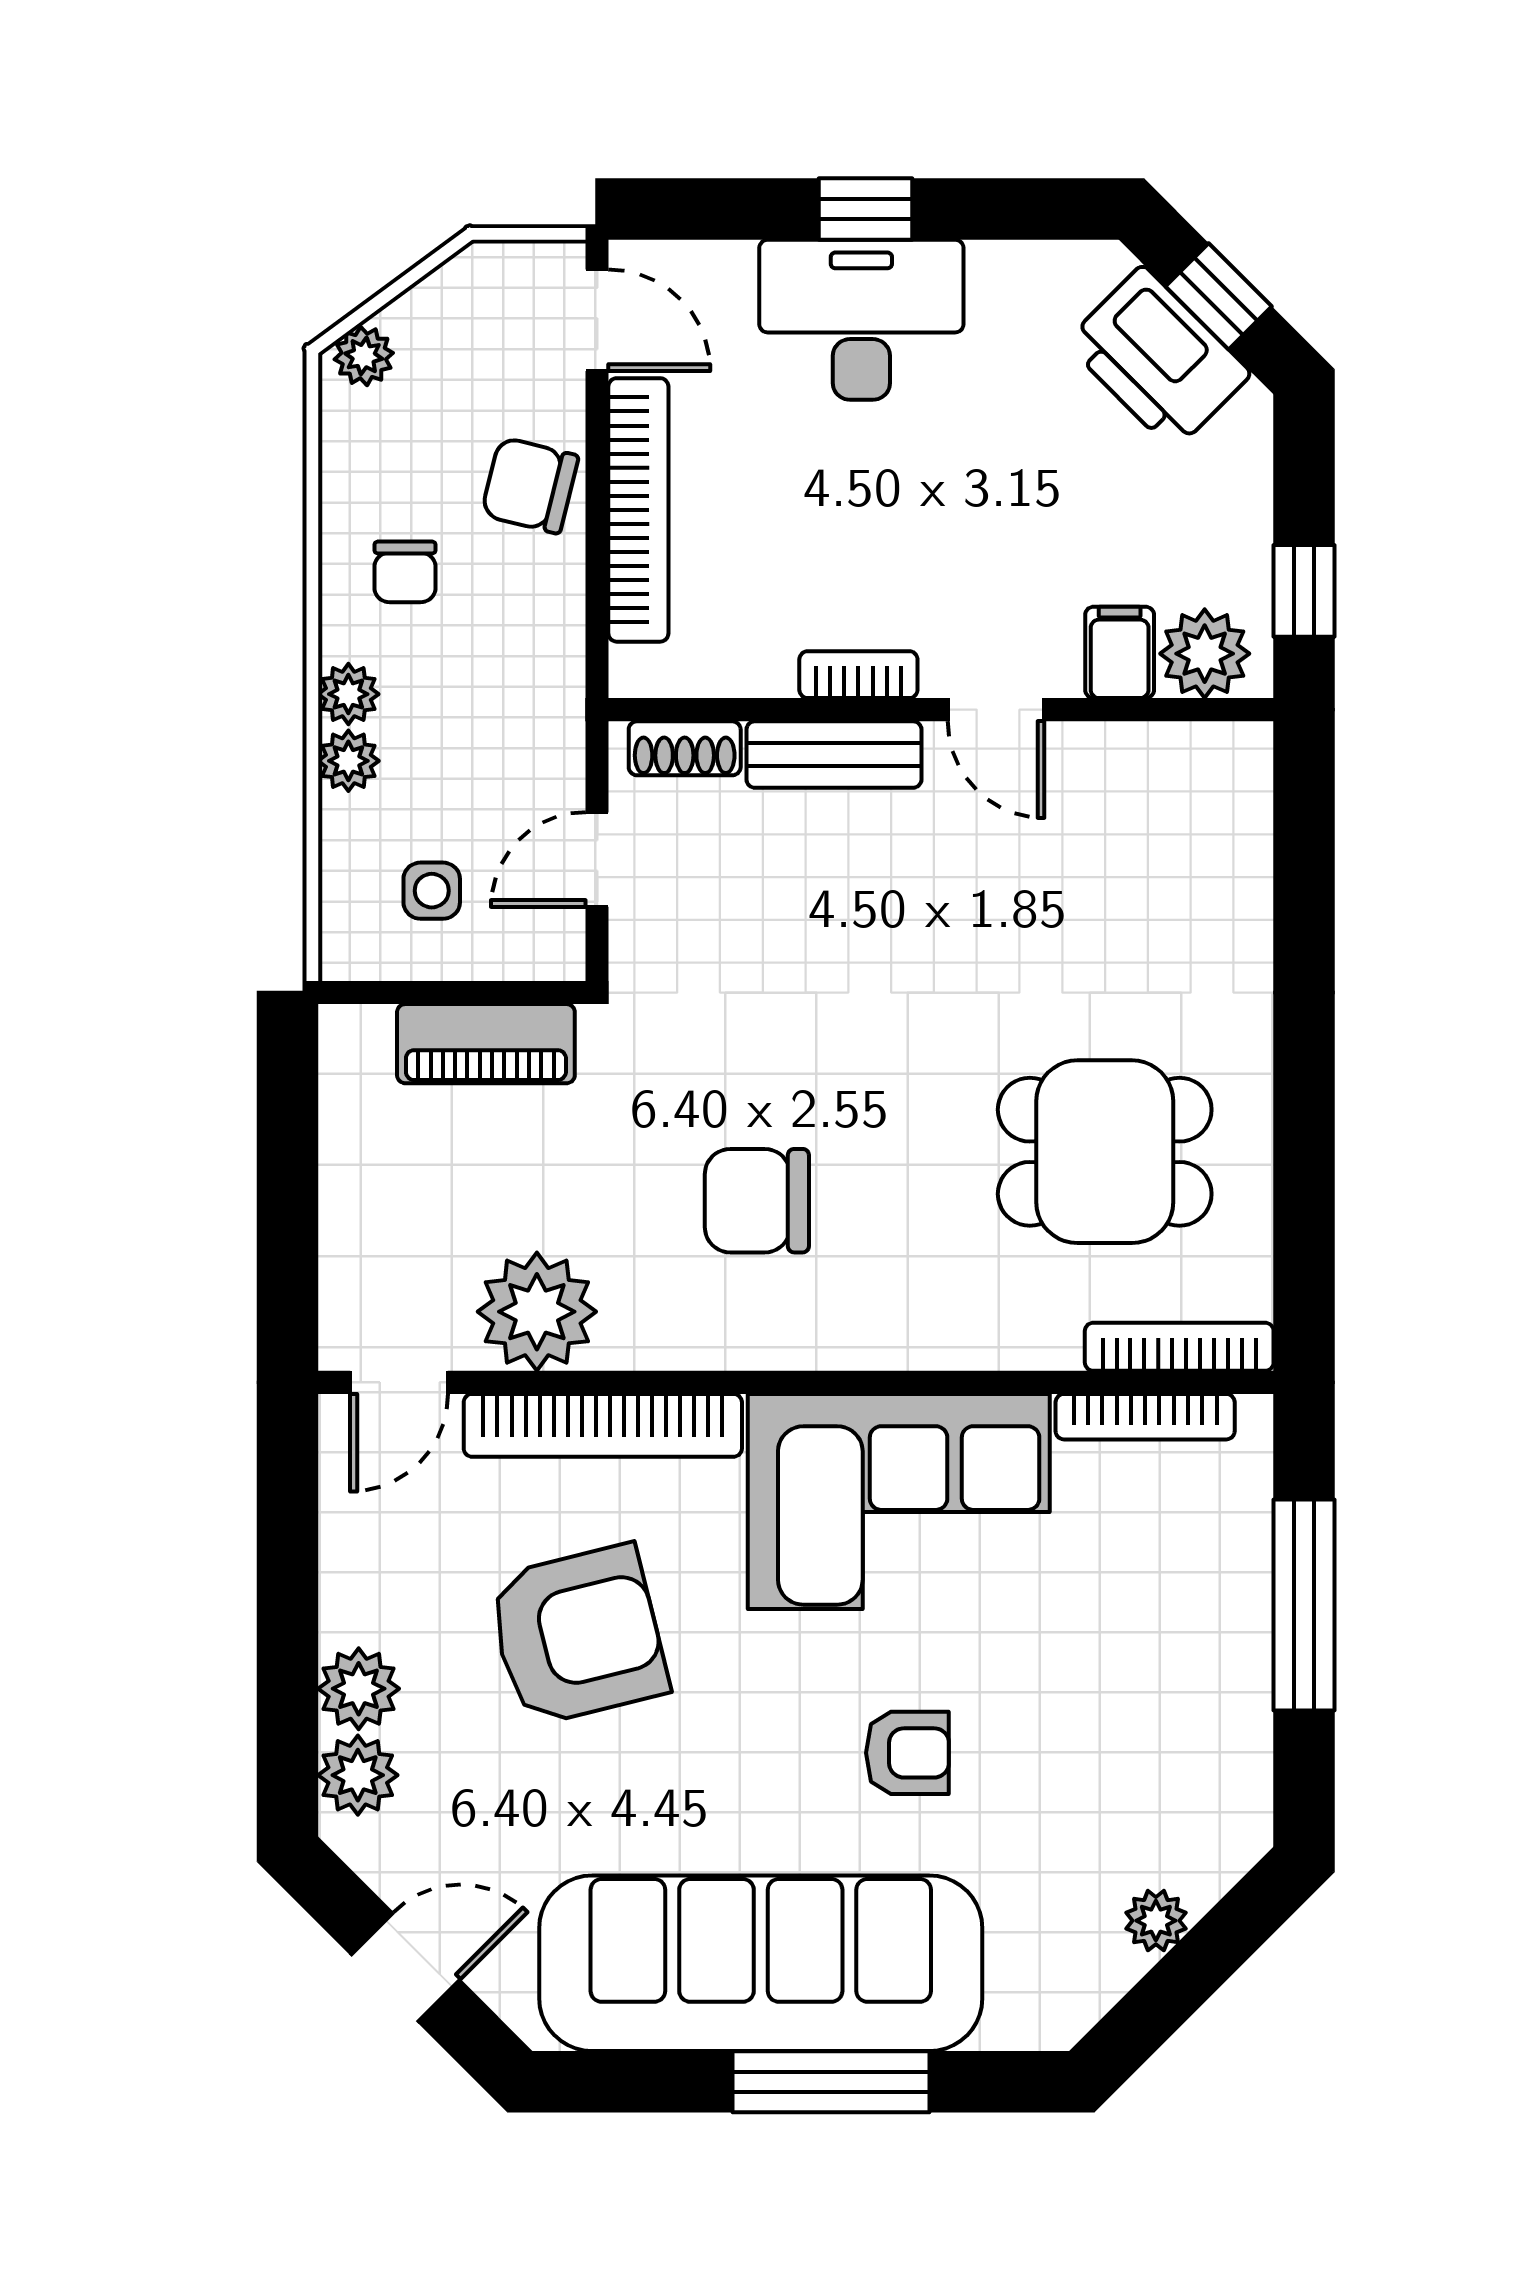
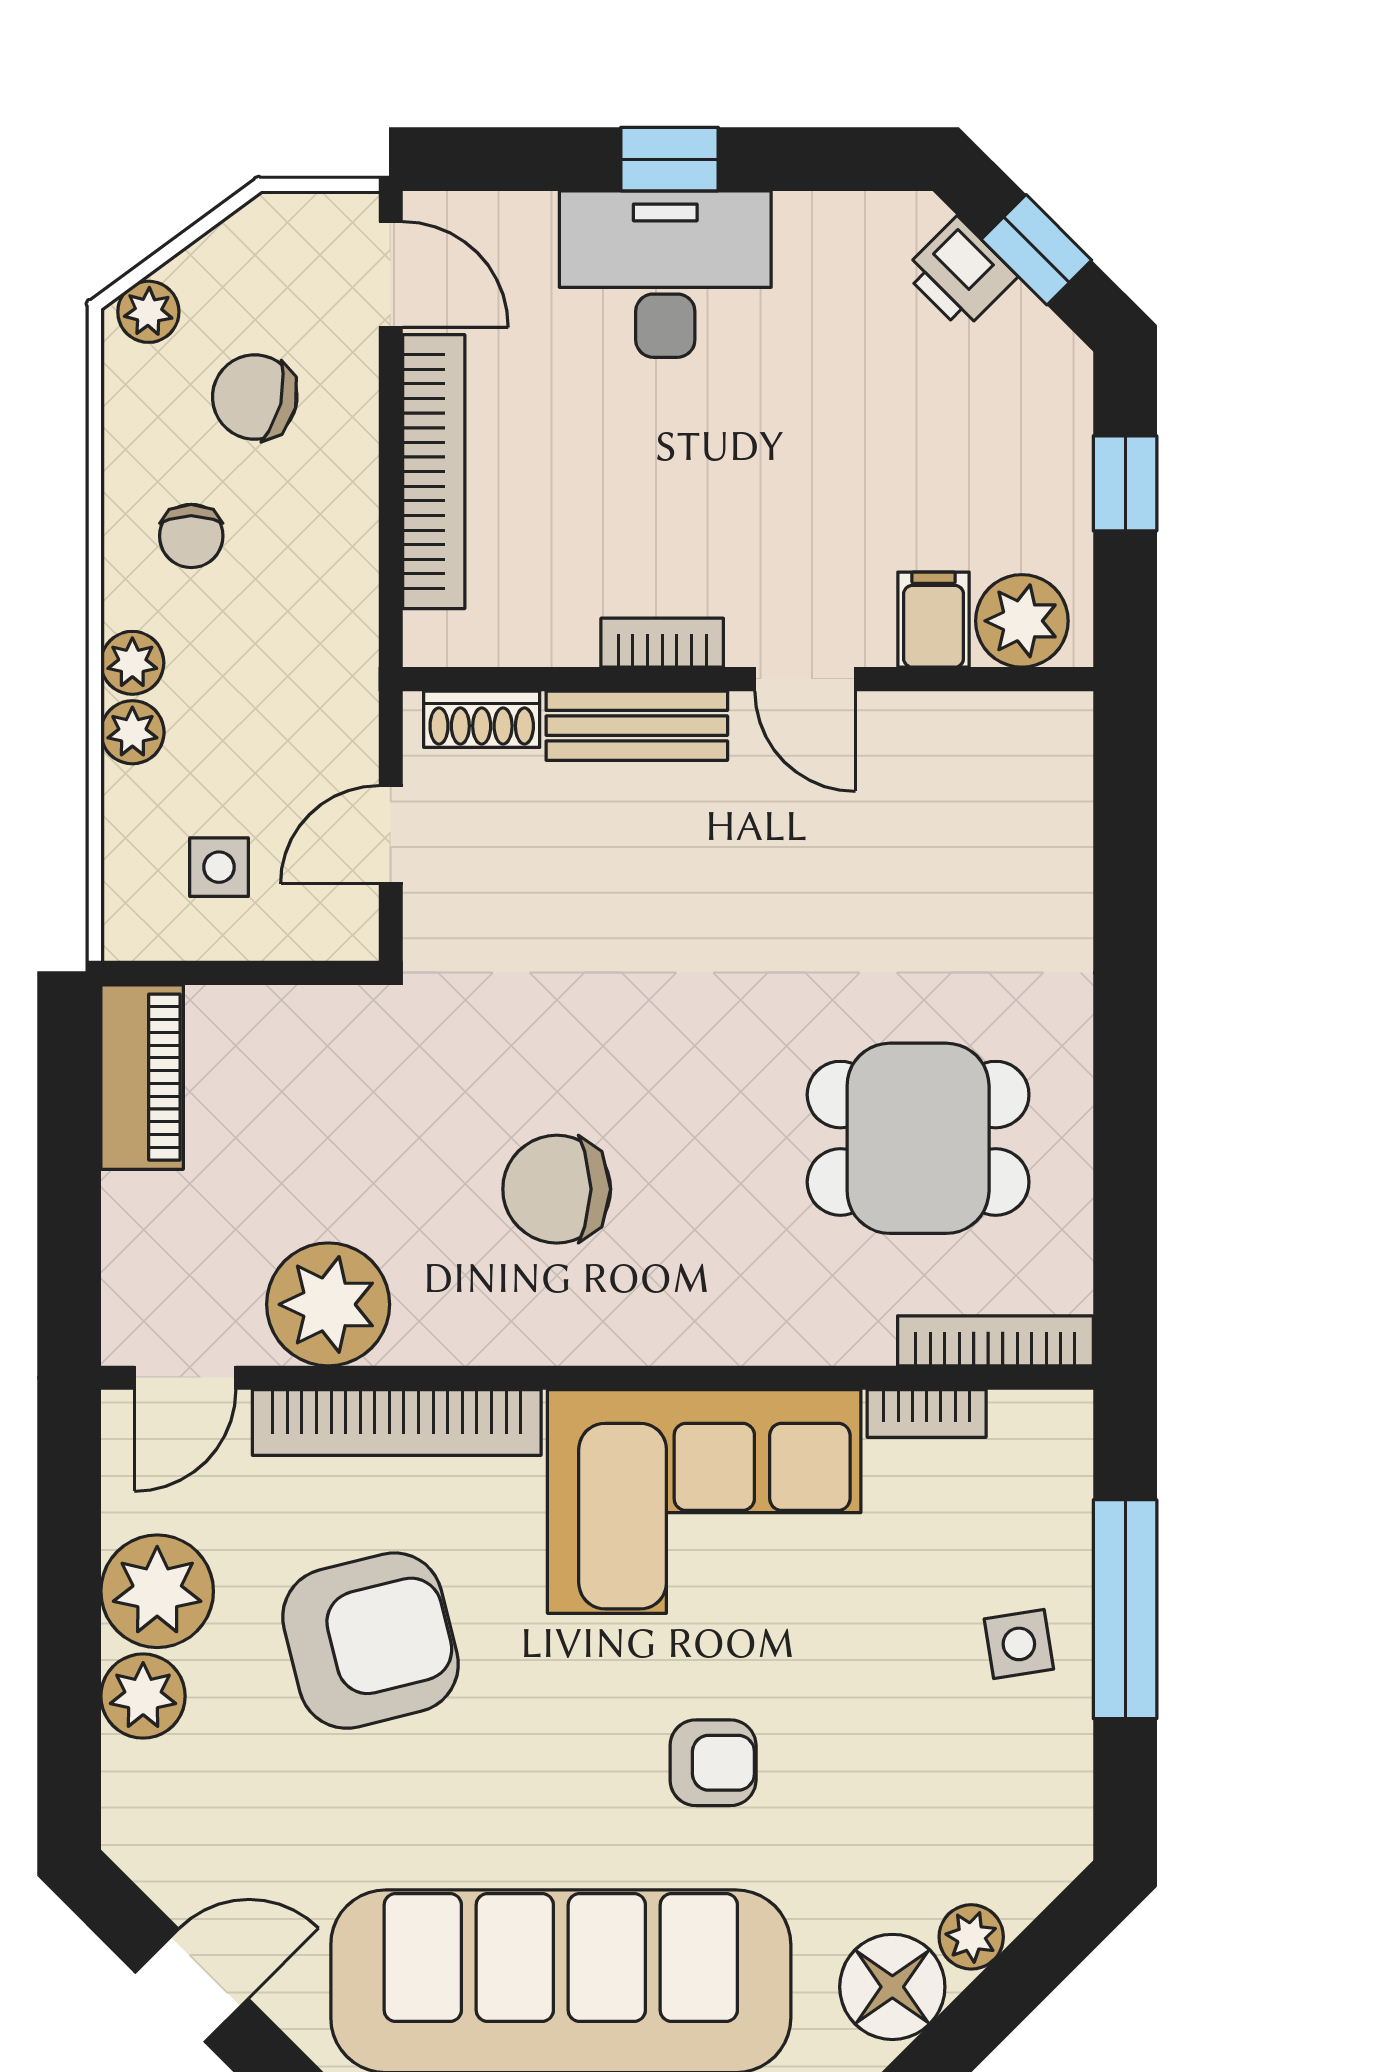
printer: (1158, 358) -> (960, 274), width x0.53, depth x0.68
chair: (530, 485) -> (255, 397), moved
window: (1304, 591) -> (1125, 483), moved
piano: (486, 1044) -> (142, 1077), moved, turned -90
bookcase: (1145, 1417) -> (927, 1414), width x0.64
side table: (1202, 1639) -> (1019, 1644), added
plant: (358, 1775) -> (157, 1591), moved, width x1.36, depth x1.36
floor lamp: (1080, 1969) -> (892, 1987), added

